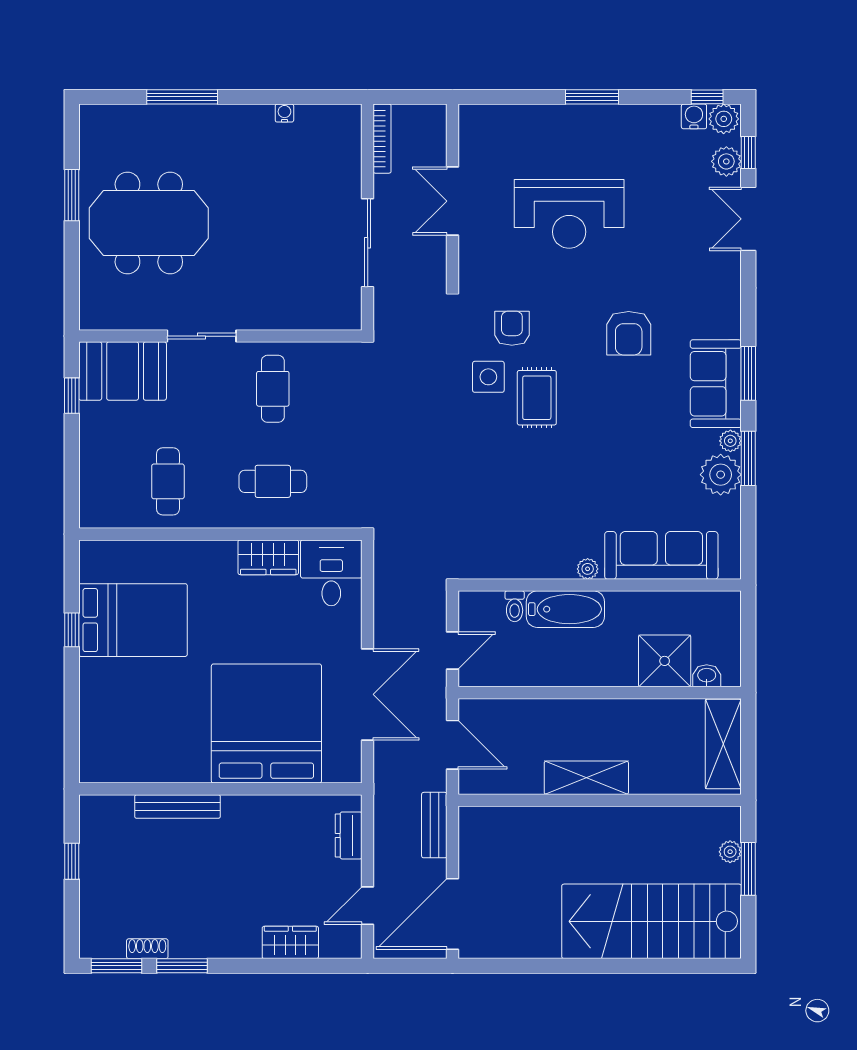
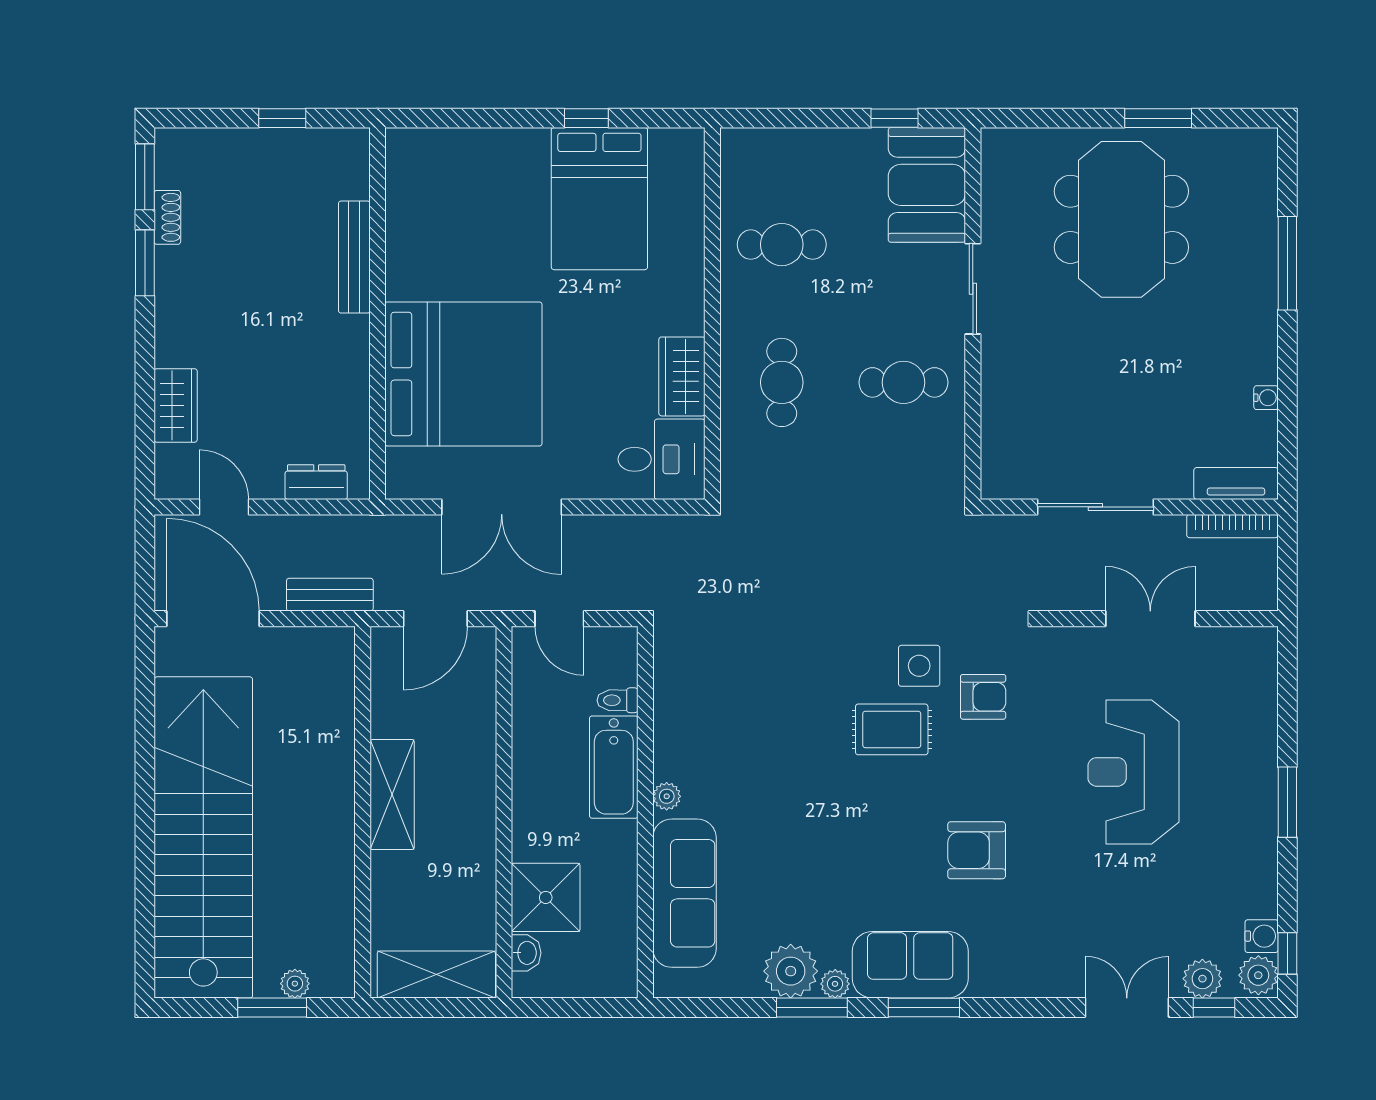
tv unit: (350, 136) -> (1236, 484), added
stairs: (652, 921) -> (203, 837), width x1.36

